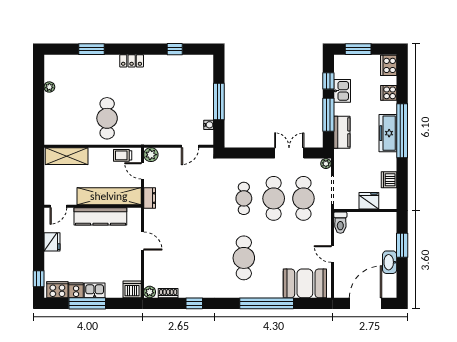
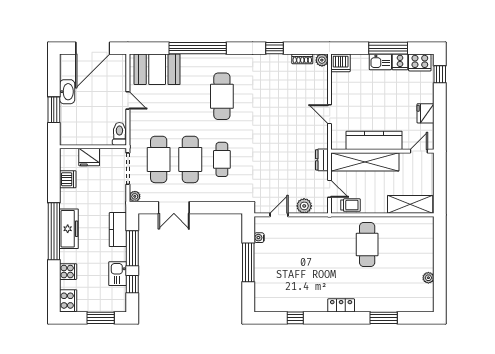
plant: (151, 155) -> (304, 206), moved

